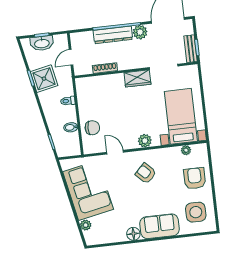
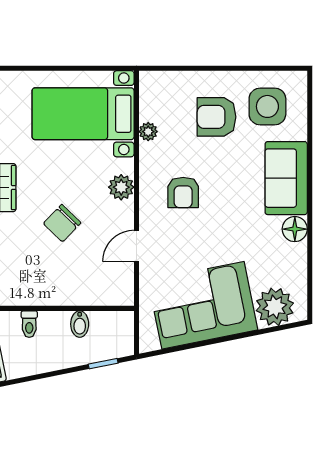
chair: (92, 128) -> (62, 223), moved, turned -136
plant: (186, 150) -> (148, 132), moved
armchair: (146, 173) -> (183, 192), turned -45
armchair: (195, 178) -> (216, 117), moved
plant: (86, 225) -> (275, 307), width x1.88, depth x1.88

